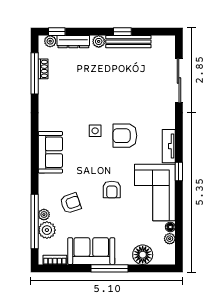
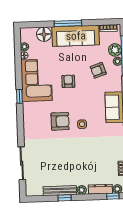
tv unit: (169, 146) -> (27, 115), removed
sofa: (91, 251) -> (76, 36), width x1.36

